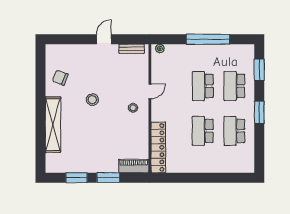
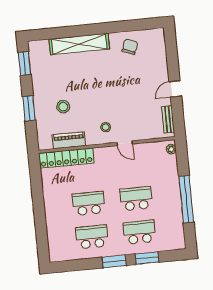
door: (104, 39) -> (175, 89), swing flipped
window: (259, 70) -> (147, 258), moved
stool: (92, 100) -> (63, 107), moved
piano: (134, 166) -> (69, 140), moved, turned -90
window: (77, 178) -> (24, 63), moved

